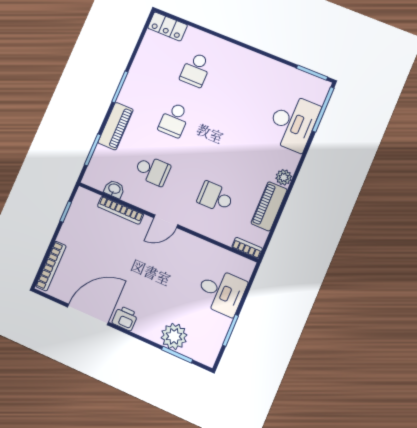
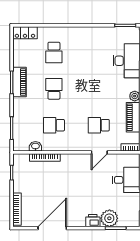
school desk: (174, 120) -> (54, 89), turned 180
piano: (116, 126) -> (19, 82), moved
school desk: (152, 170) -> (54, 125), turned 180
door: (166, 221) -> (99, 152), moved
printer: (125, 318) -> (93, 221), moved

